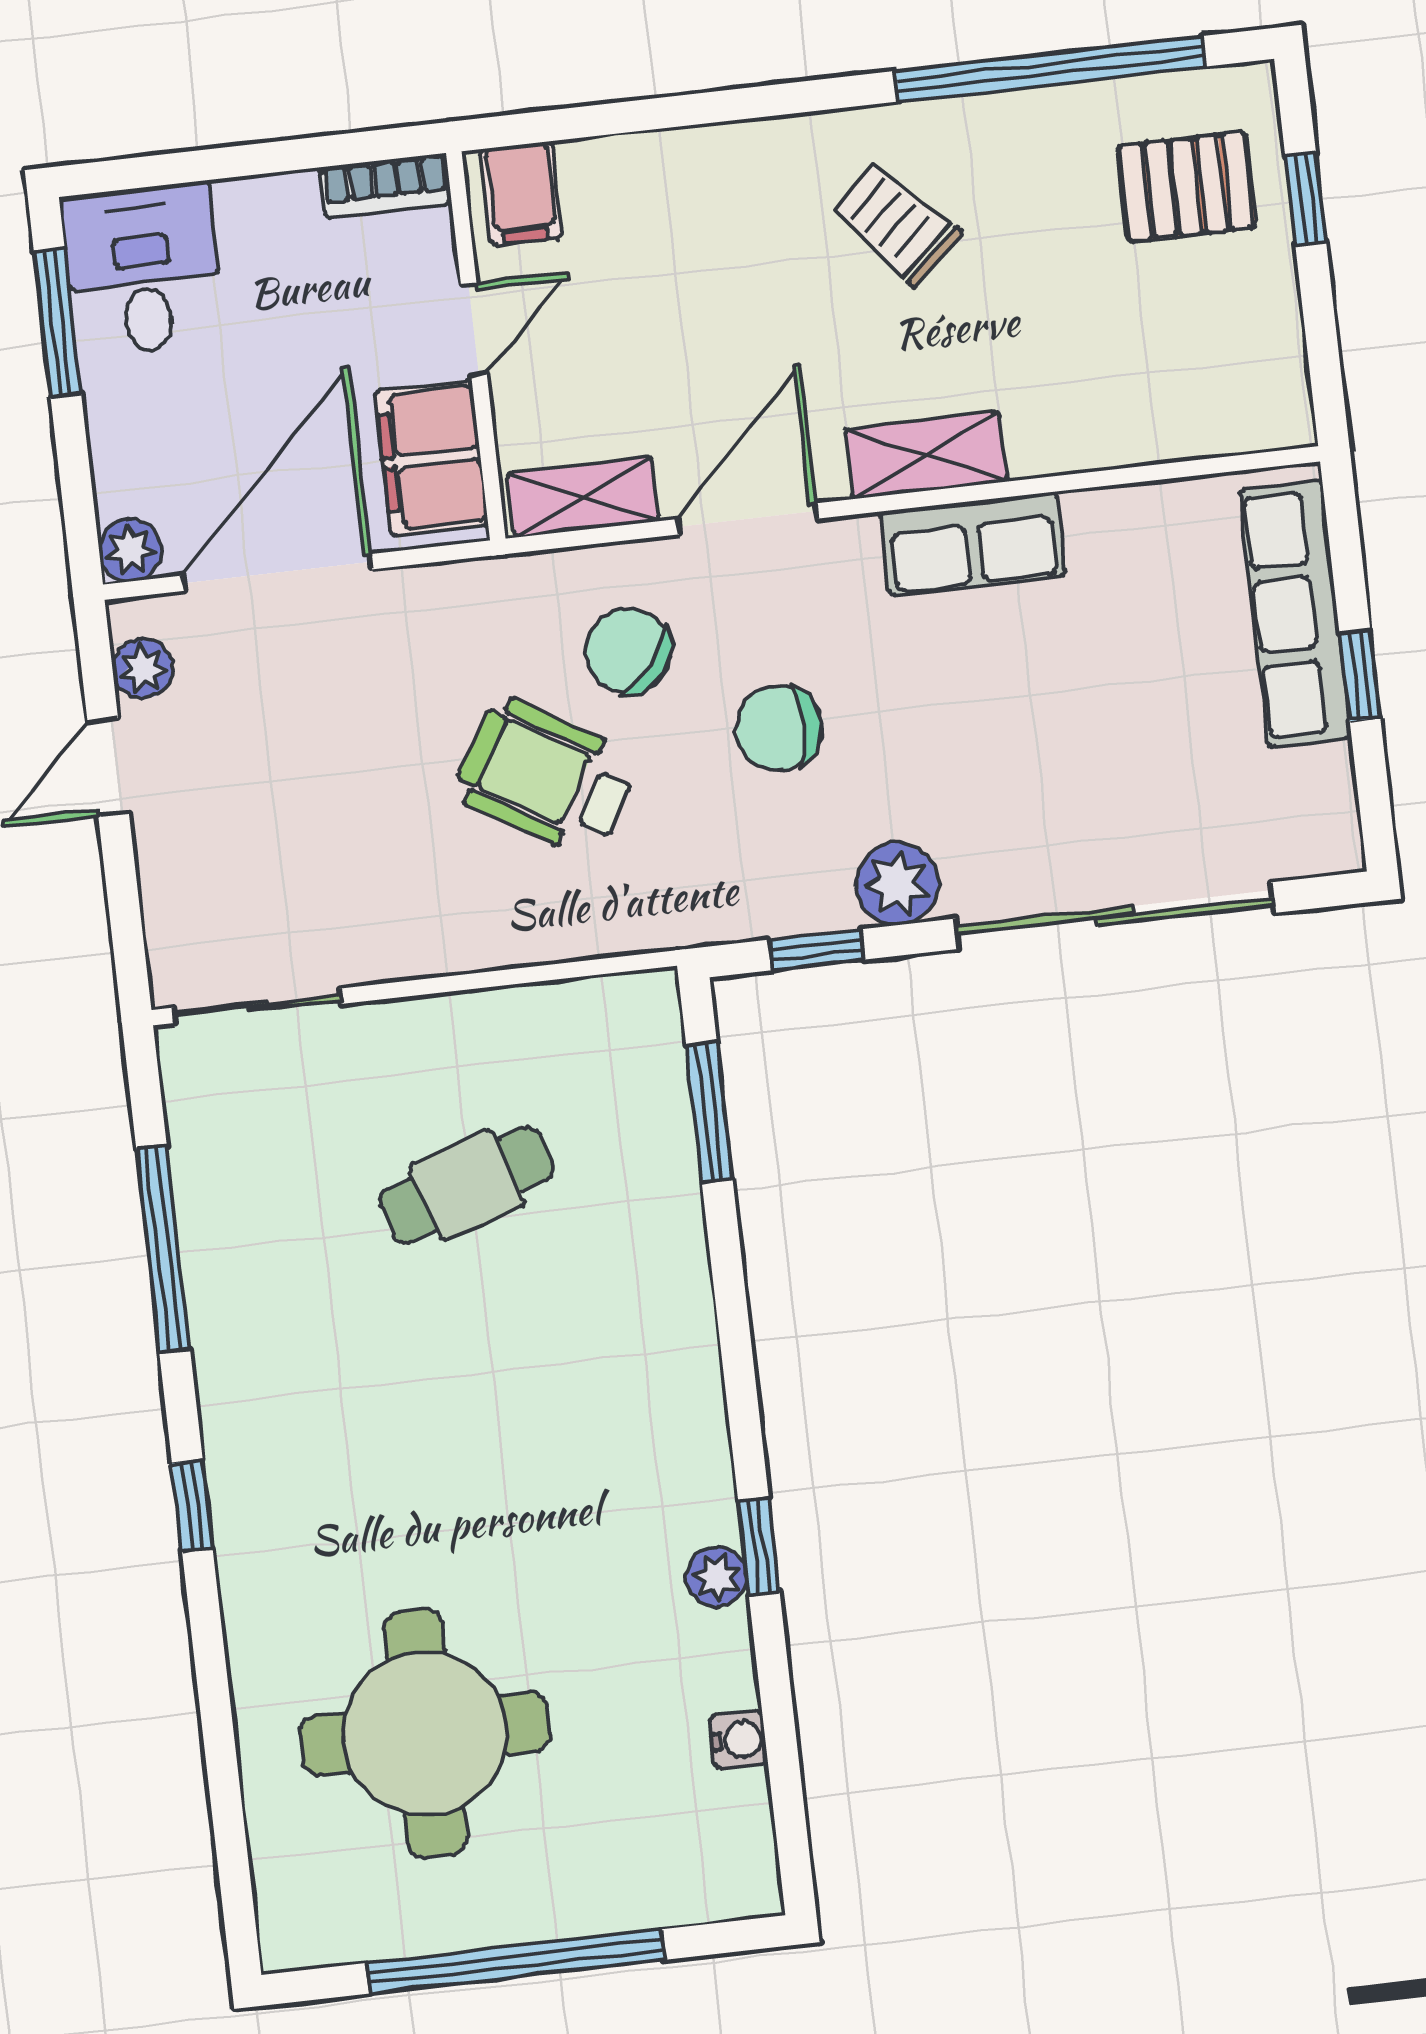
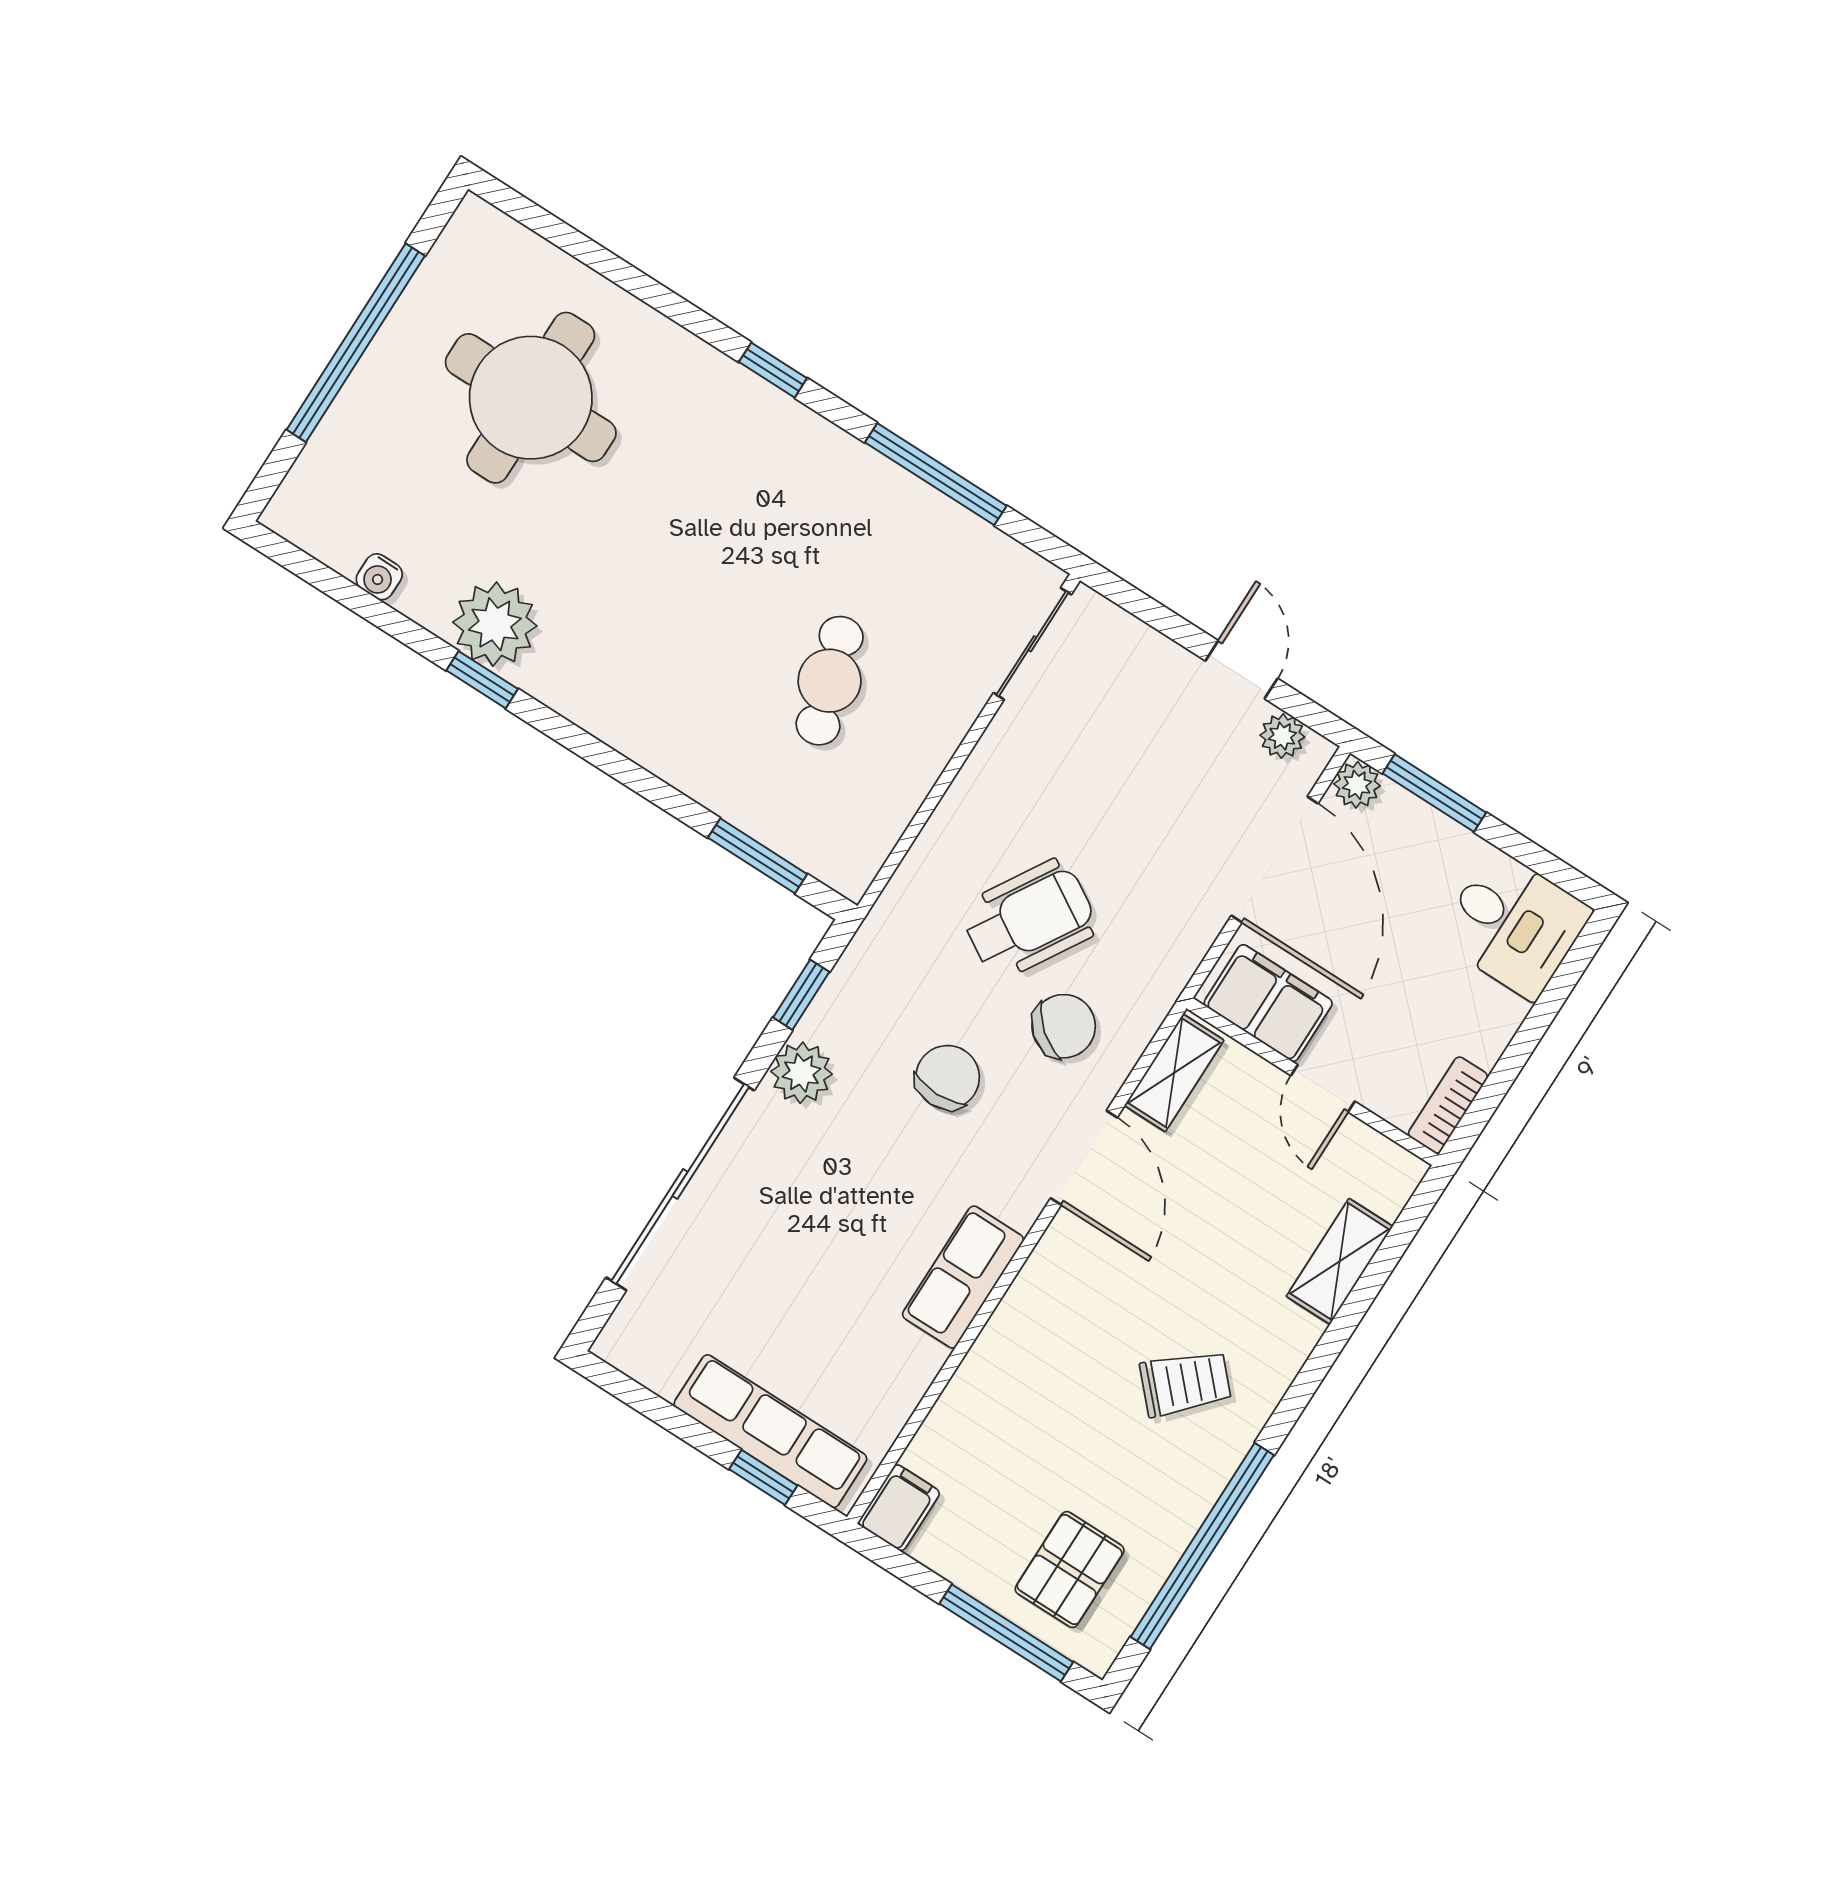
filing cabinet: (521, 193) -> (899, 1508), moved, turned 90
window: (1306, 199) -> (1006, 1633), width x2.17
window: (58, 323) -> (1434, 793), moved
shelving: (926, 455) -> (1340, 1261), moved
window: (1360, 675) -> (763, 1477), moved
plant: (717, 1577) -> (495, 624), width x1.88, depth x1.88

